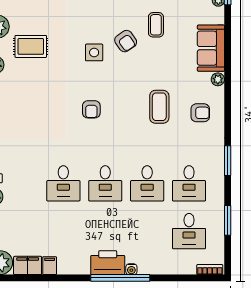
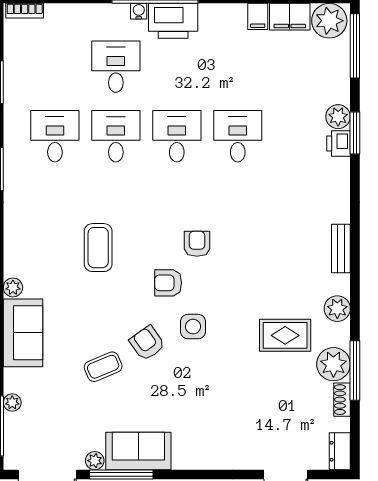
coffee table: (156, 25) -> (103, 367), turned 67
armchair: (200, 113) -> (168, 283), moved
desk: (189, 231) -> (116, 67), moved

